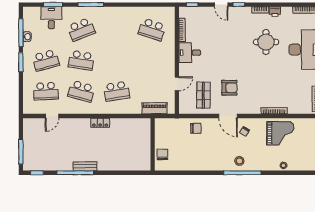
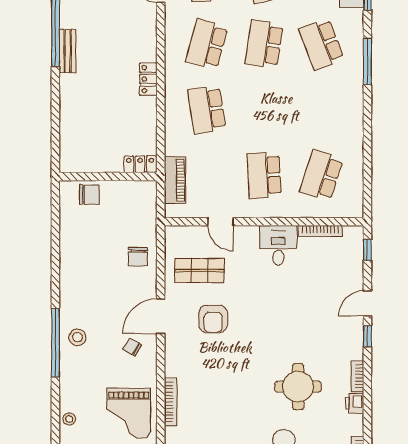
school desk: (152, 60) -> (264, 175), added
locker: (146, 127) -> (140, 164), added

